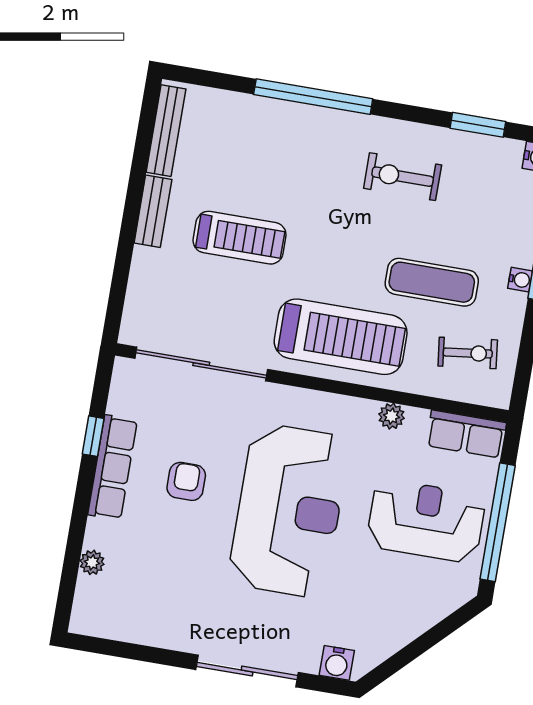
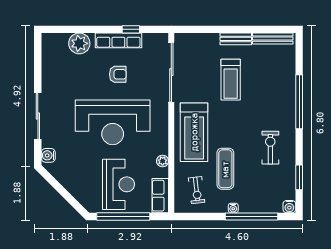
plant: (92, 562) -> (79, 43), width x1.88, depth x1.88

